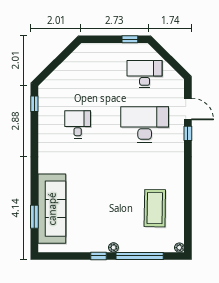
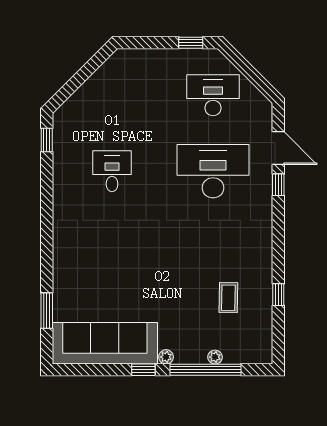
window: (188, 206) -> (278, 295), added
coffee table: (155, 208) -> (228, 298), width x0.54, depth x0.58
sofa: (52, 209) -> (105, 343), moved, turned -90
plant: (179, 248) -> (215, 357), moved

